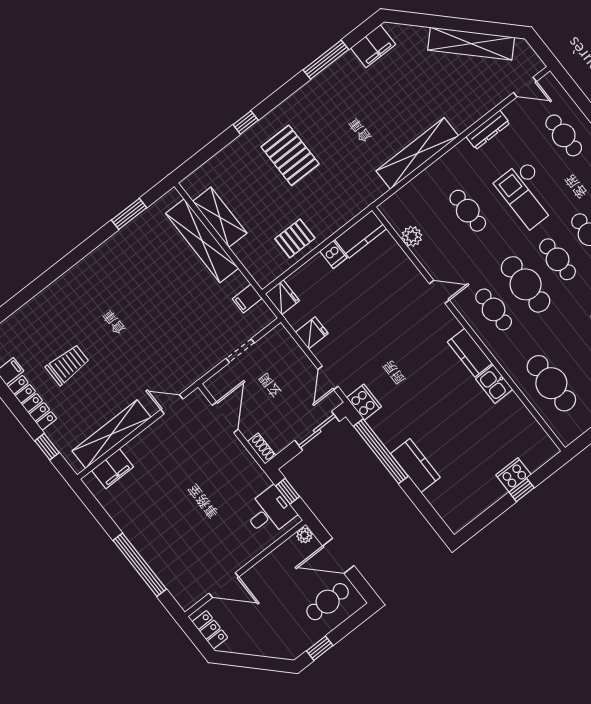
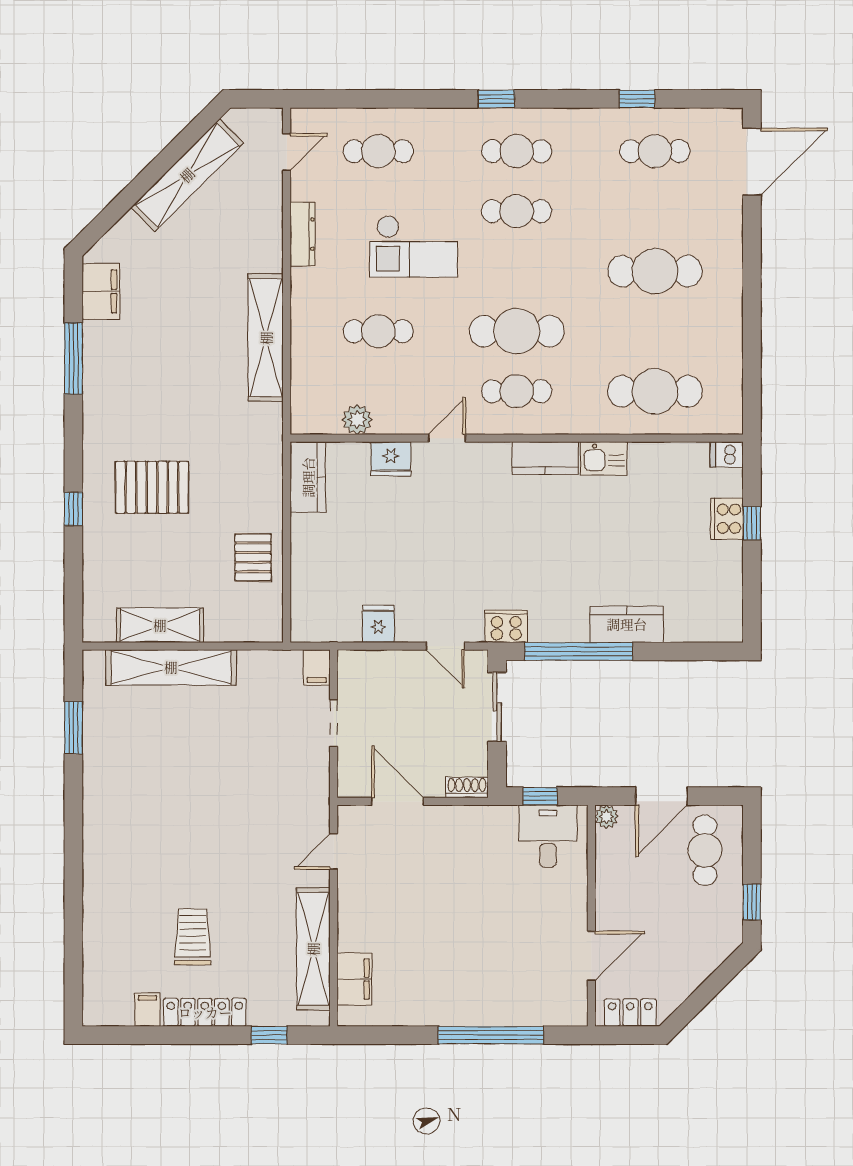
dishwasher: (333, 254) -> (727, 454), moved, turned 180
cafe table: (558, 259) -> (517, 271), removed
fridge: (282, 297) -> (391, 459), moved, turned 180
filing cabinet: (247, 298) -> (317, 667), moved

